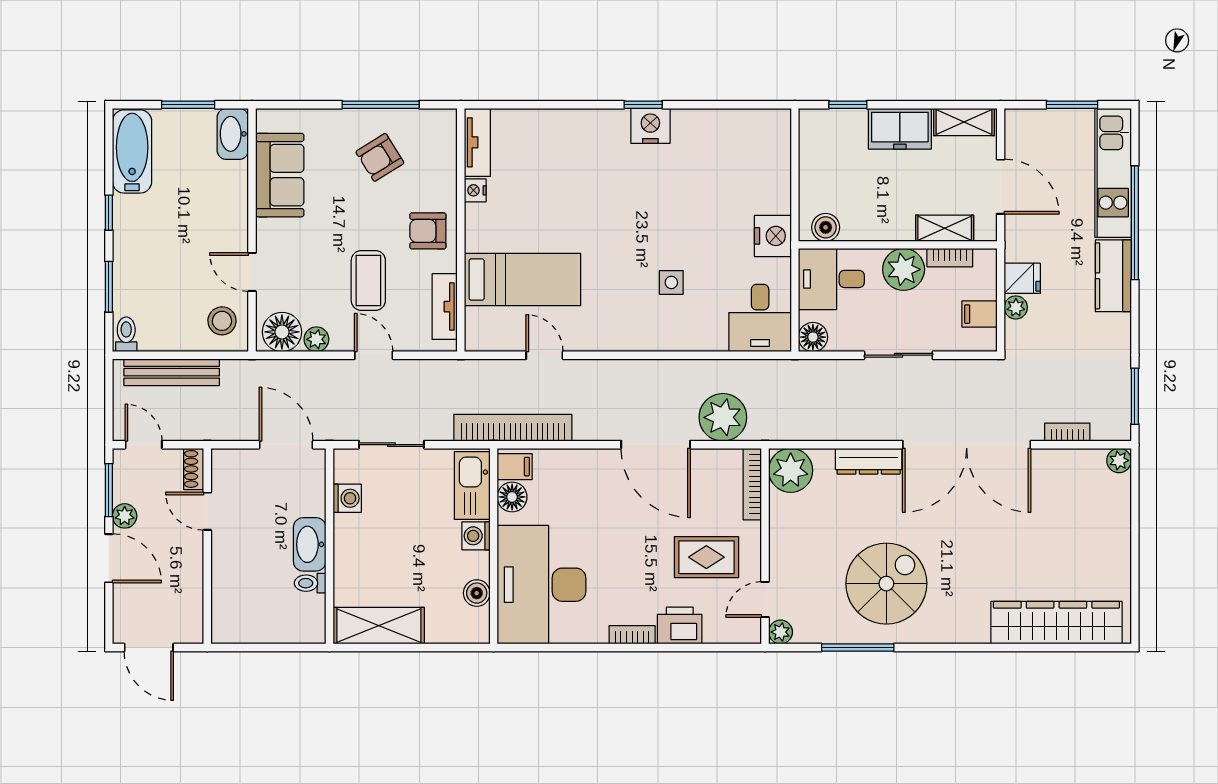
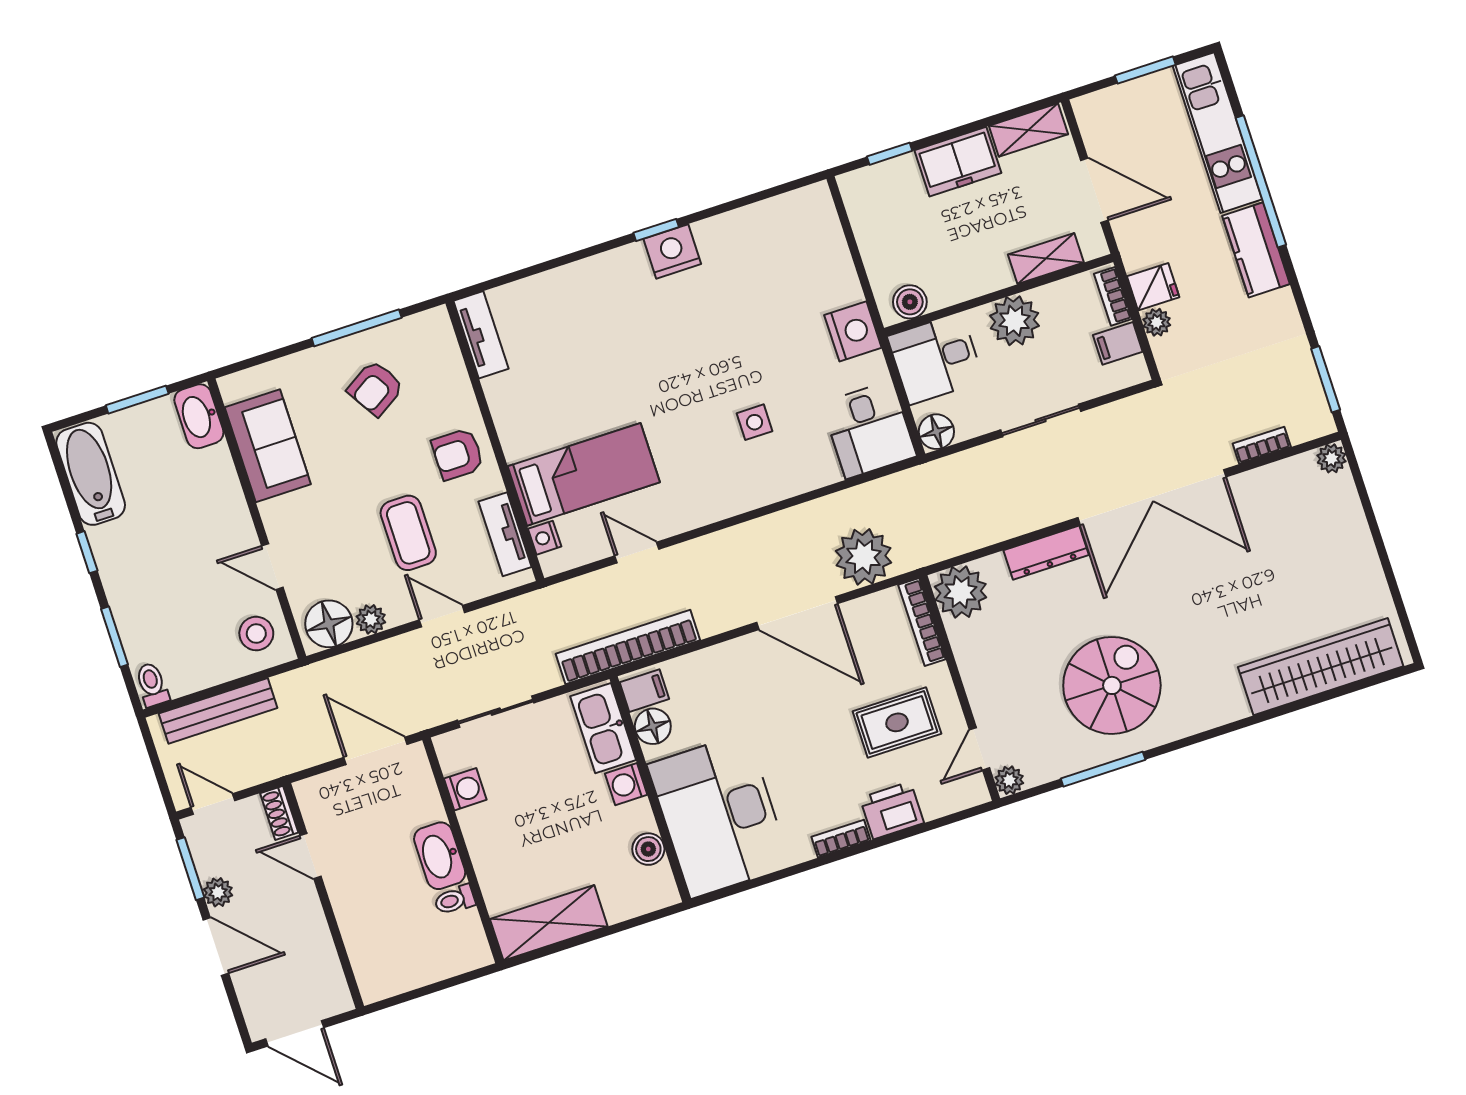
nightstand: (475, 190) -> (545, 538), moved
bookcase: (950, 258) -> (1113, 296), moved, turned 90

